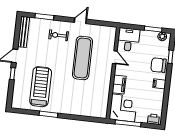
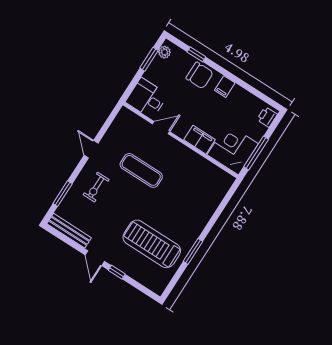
exercise mat: (82, 58) -> (141, 170), width x0.73, depth x0.69
chair: (159, 65) -> (200, 75), turned -90

